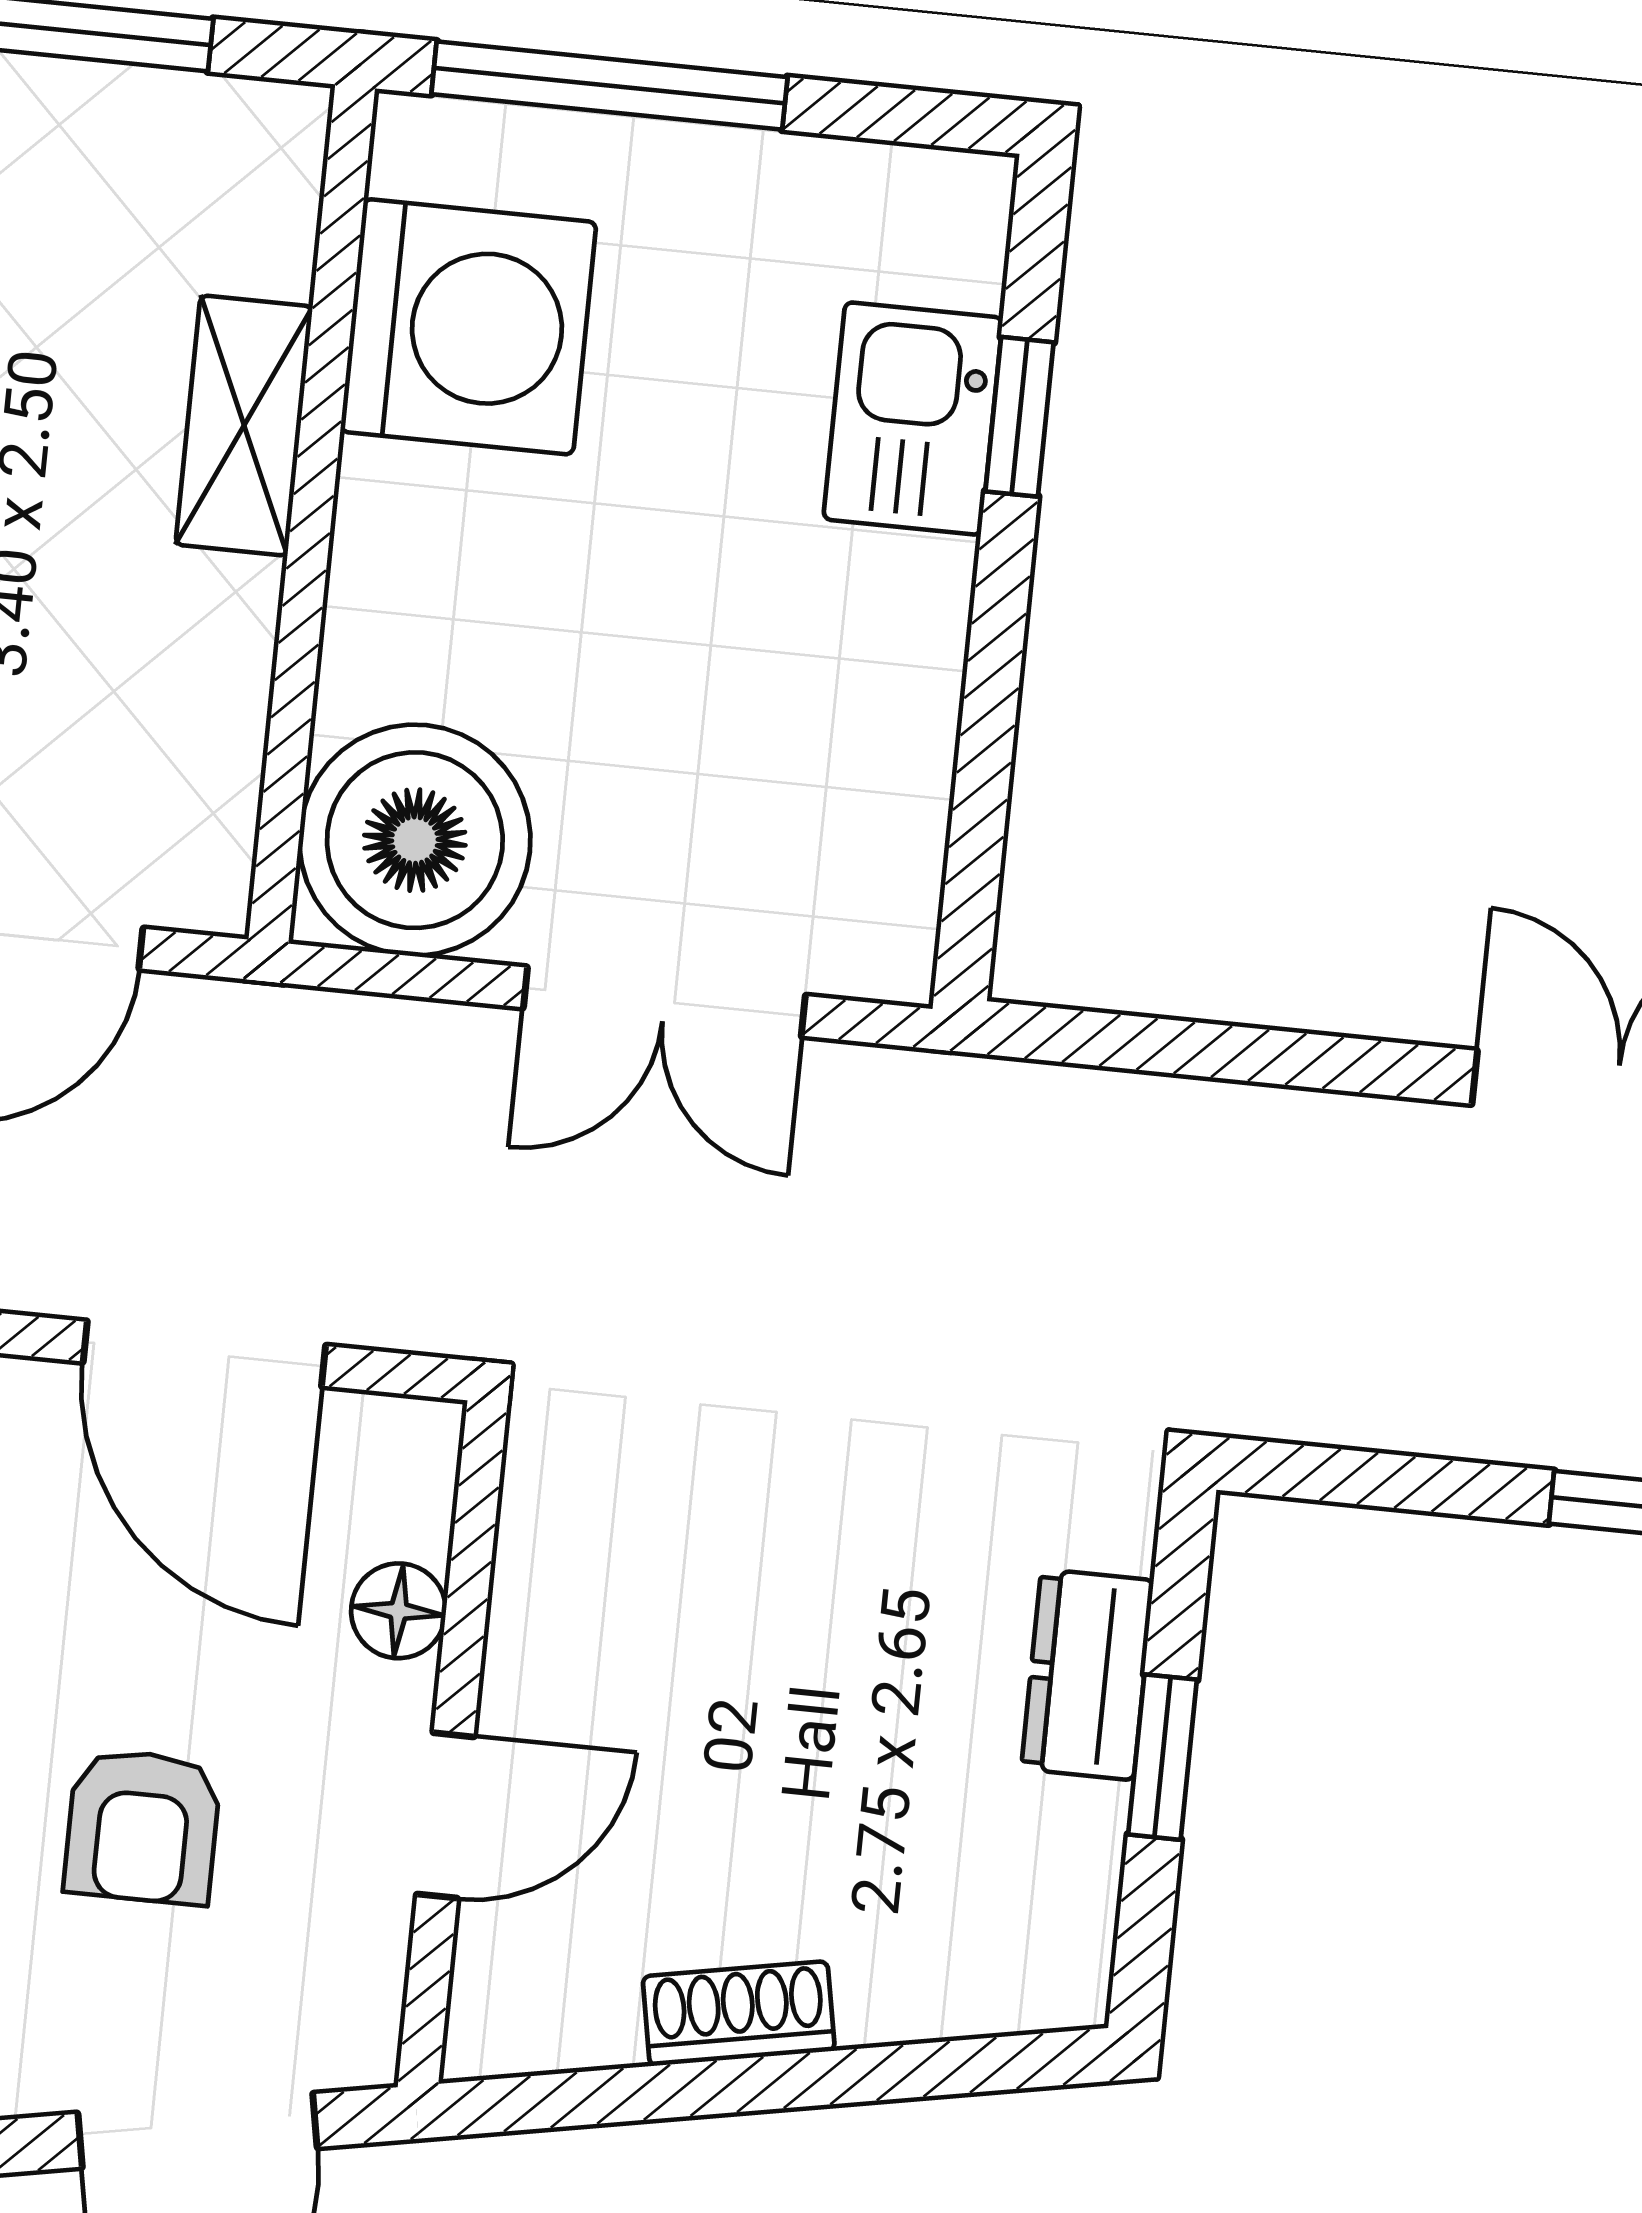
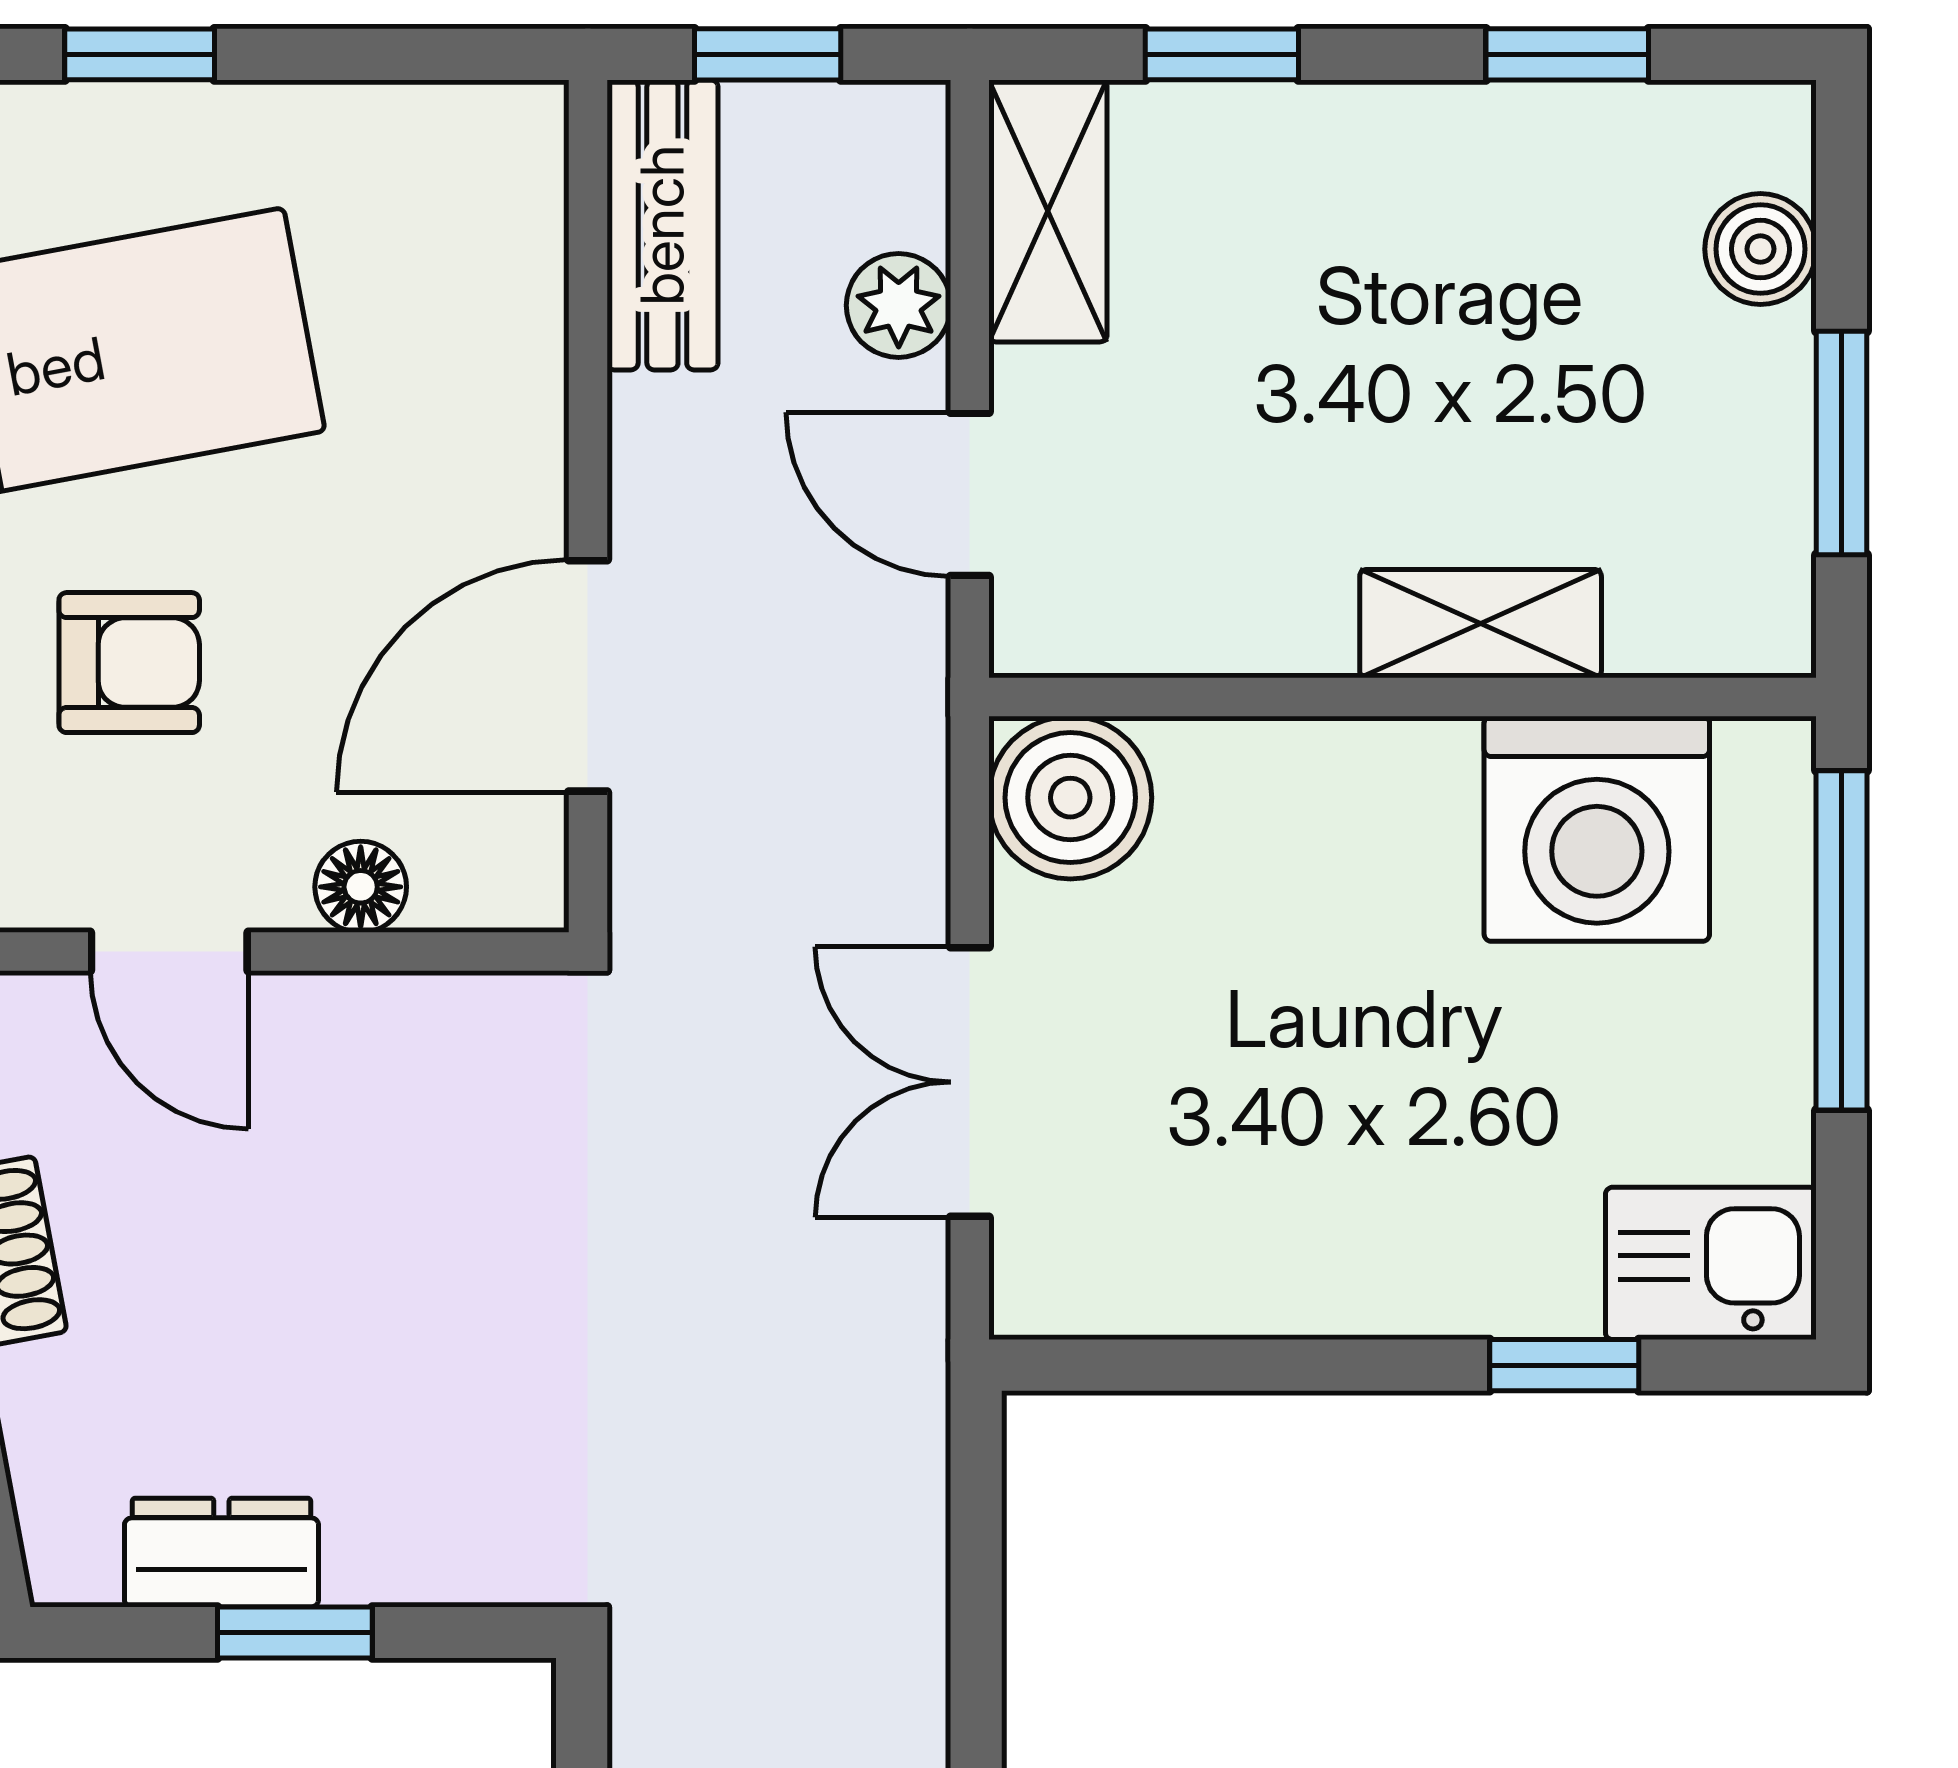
kitchen sink: (913, 419) -> (1711, 1263), moved
boiler: (415, 840) -> (1070, 798), width x0.73, depth x0.73
dresser: (1087, 1675) -> (221, 1553), moved
armchair: (142, 1827) -> (129, 663), turned 180

